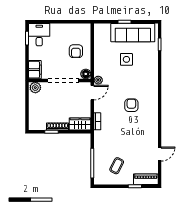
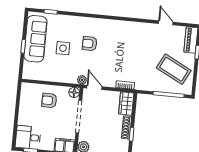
armchair: (76, 51) -> (49, 100), turned 180
armchair: (131, 105) -> (90, 44), moved
coffee table: (117, 166) -> (174, 69), width x1.86, depth x1.72

